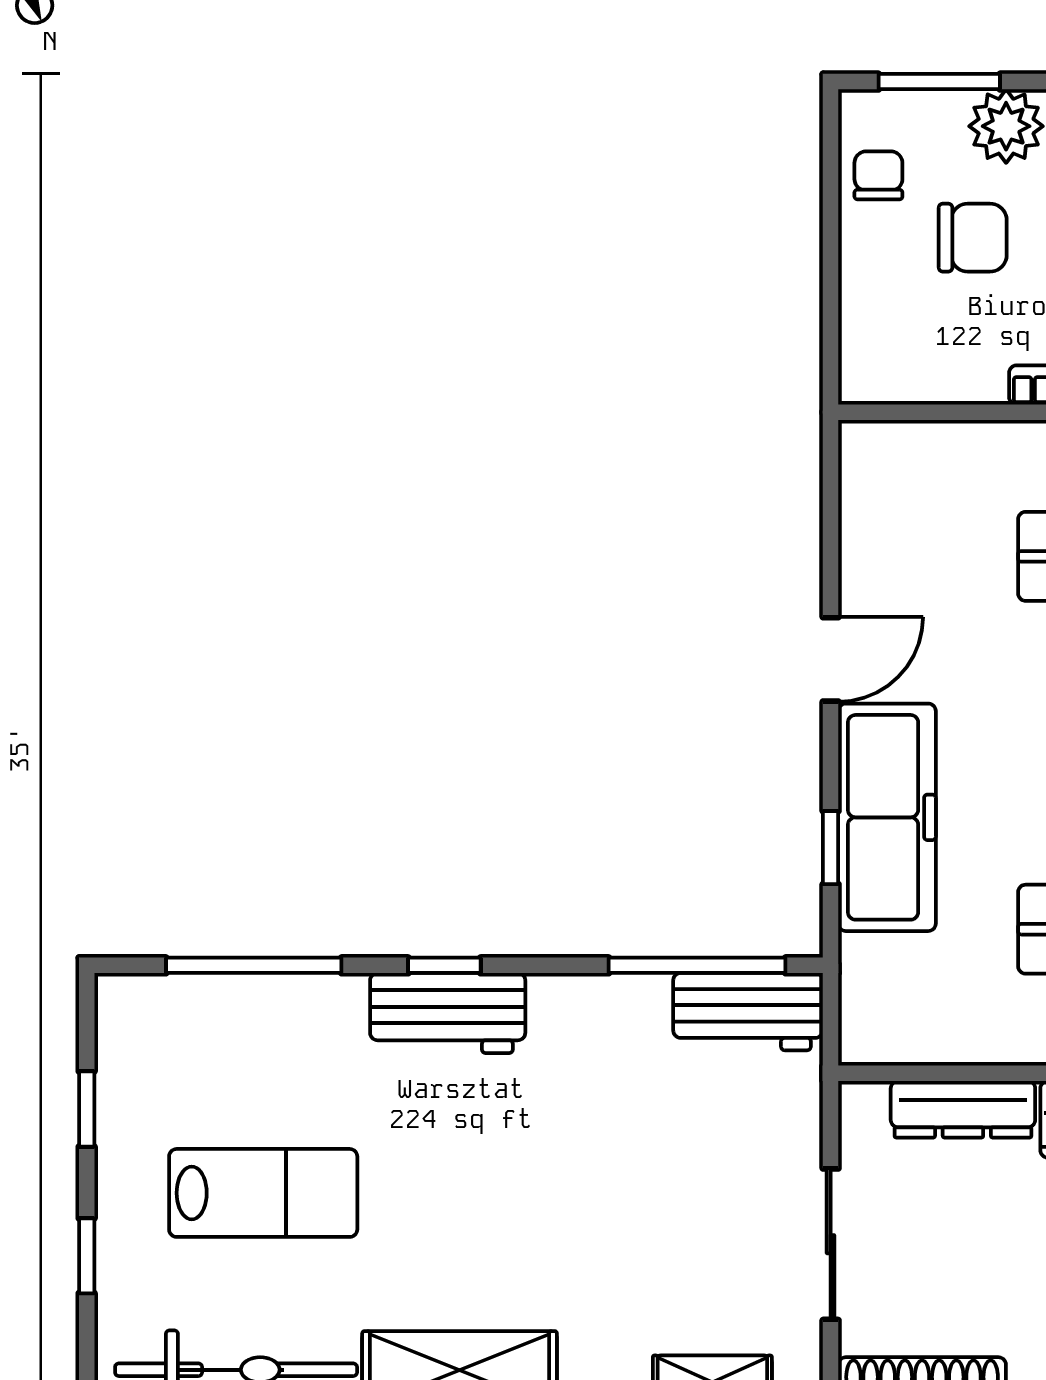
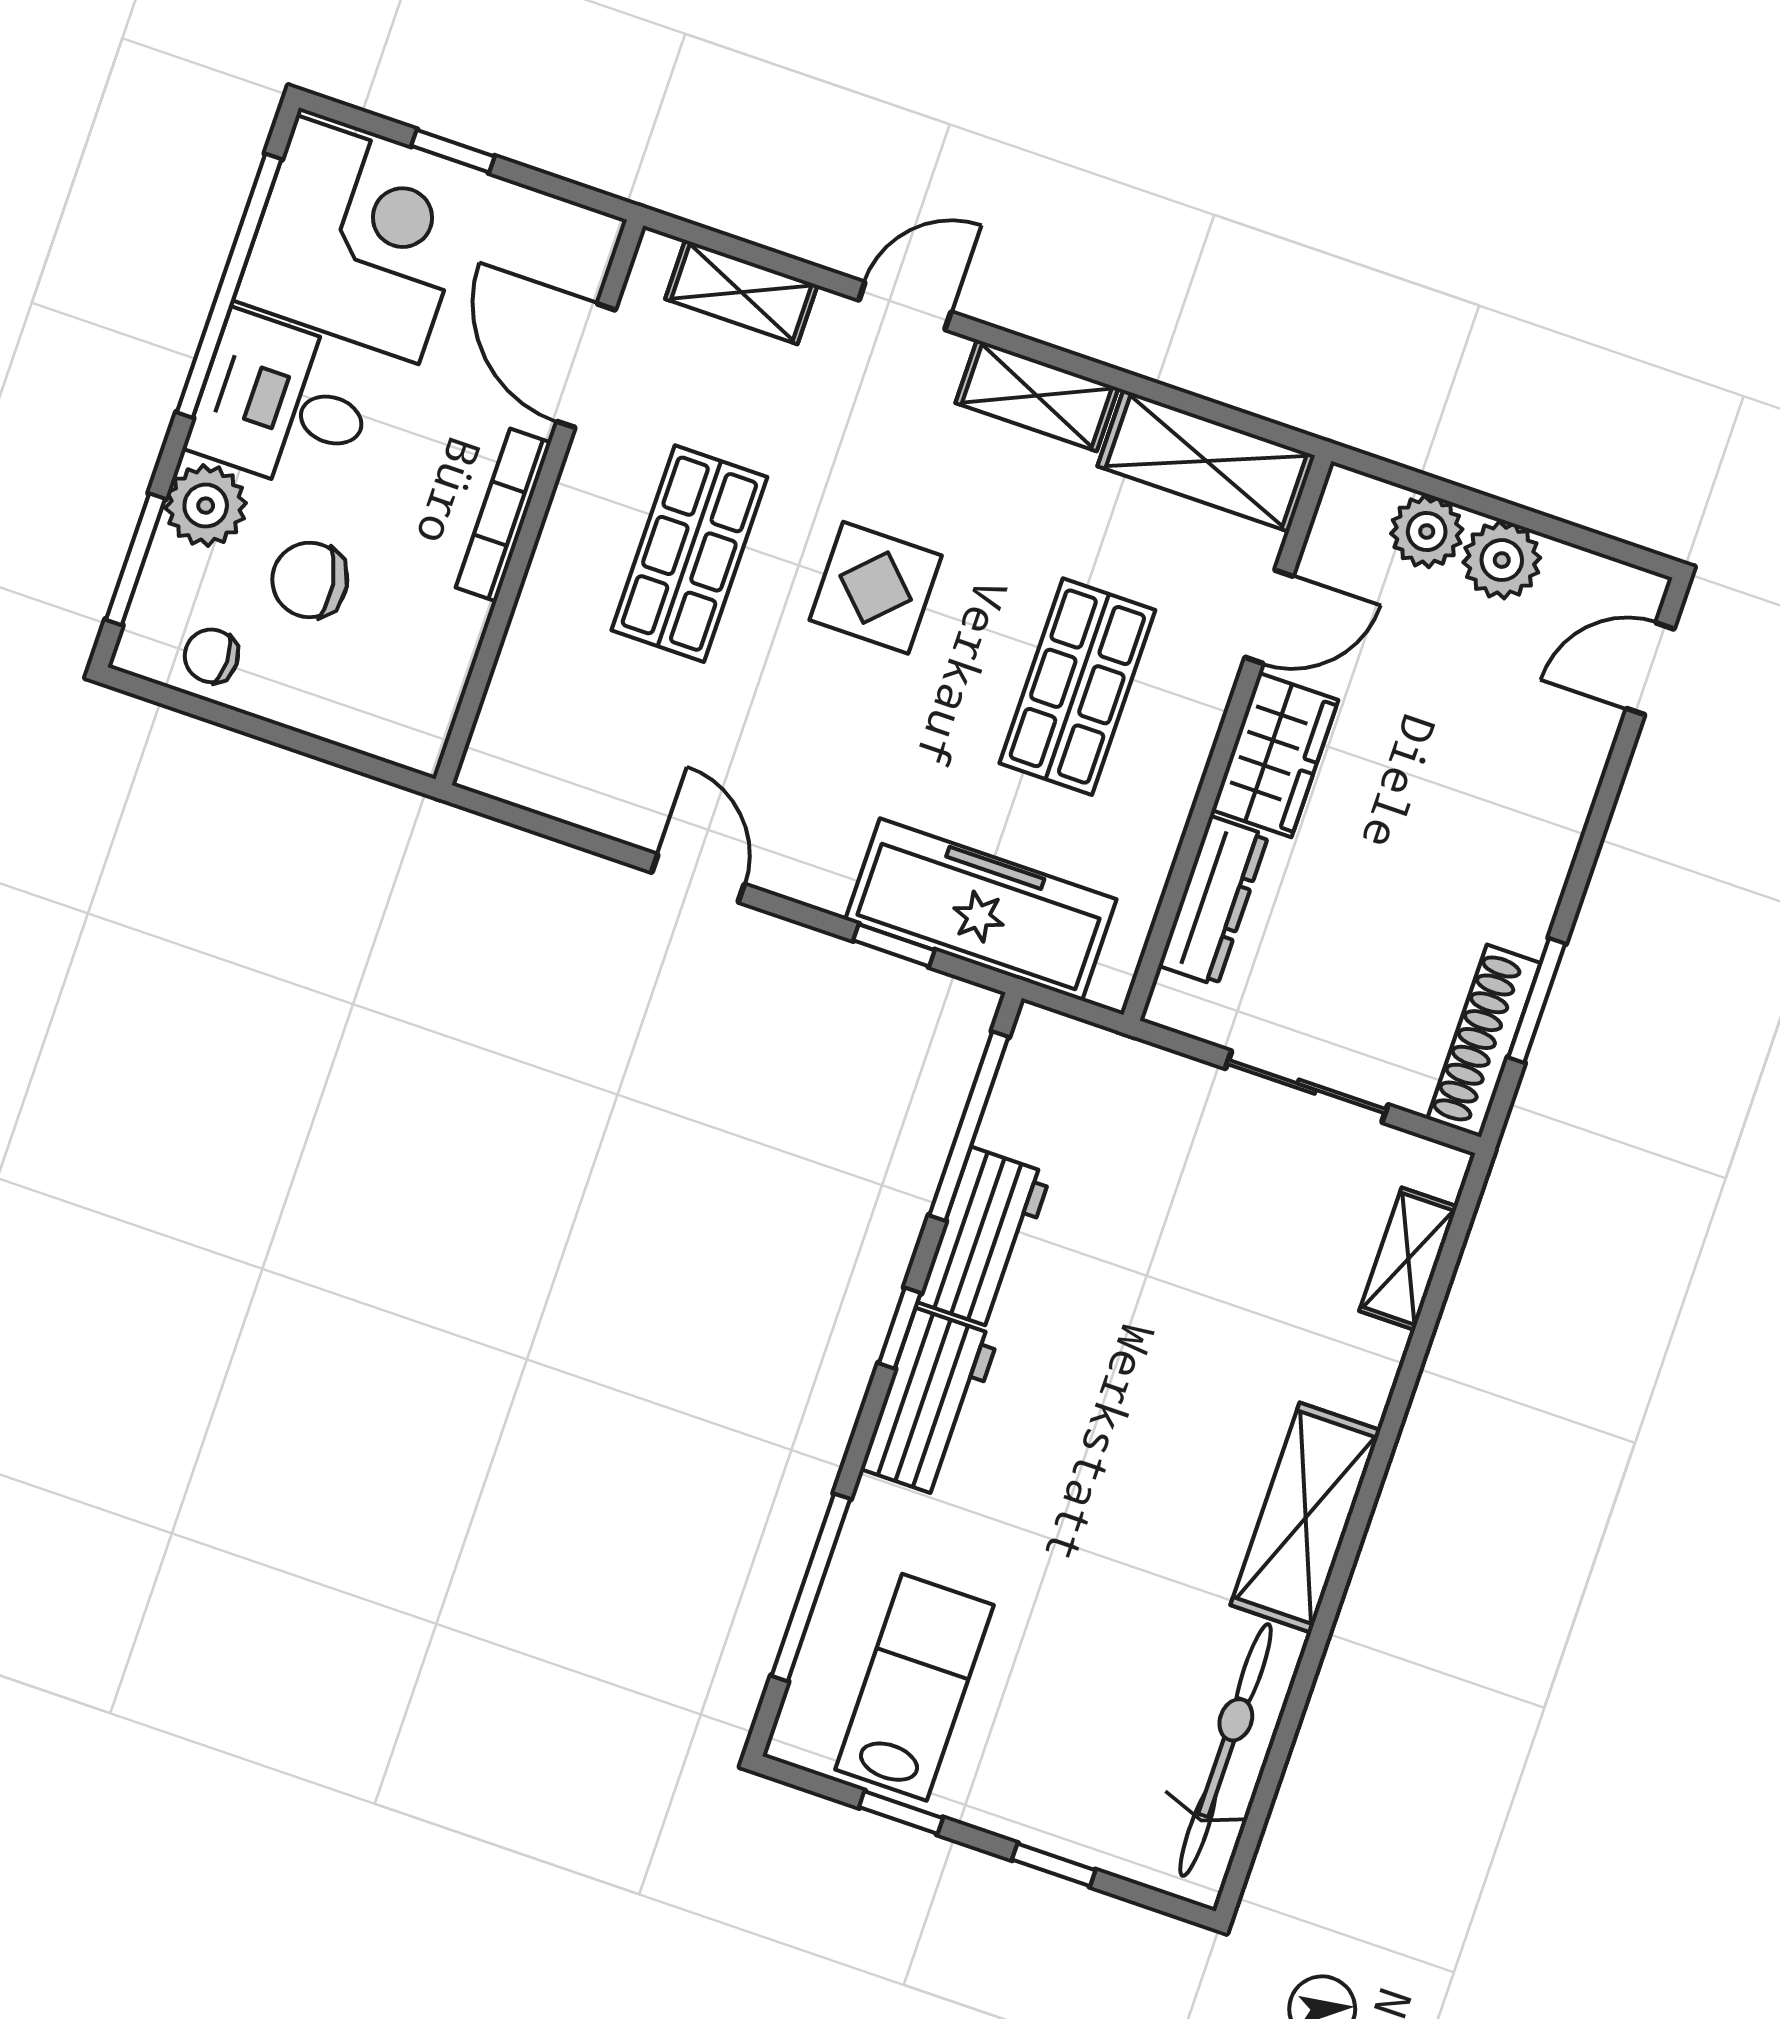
chair: (973, 238) -> (310, 580), turned -99
freezer: (887, 817) -> (981, 909), moved
window: (444, 965) -> (900, 1328), moved
workbench: (748, 1012) -> (984, 1238), moved
lab bench: (263, 1193) -> (914, 1687), moved

